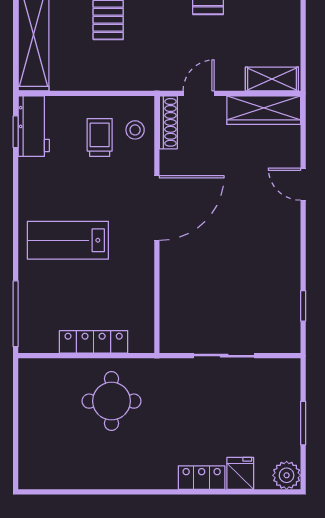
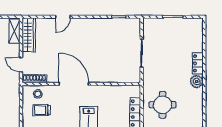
fridge: (240, 473) -> (196, 46), removed
plant: (287, 475) -> (197, 81), moved

